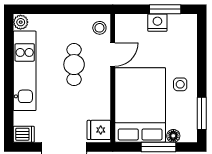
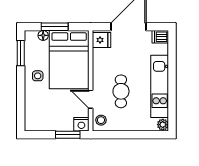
window: (165, 9) -> (68, 135), moved
nightstand: (157, 23) -> (81, 124), moved
door: (113, 54) -> (91, 99), hinge flipped

